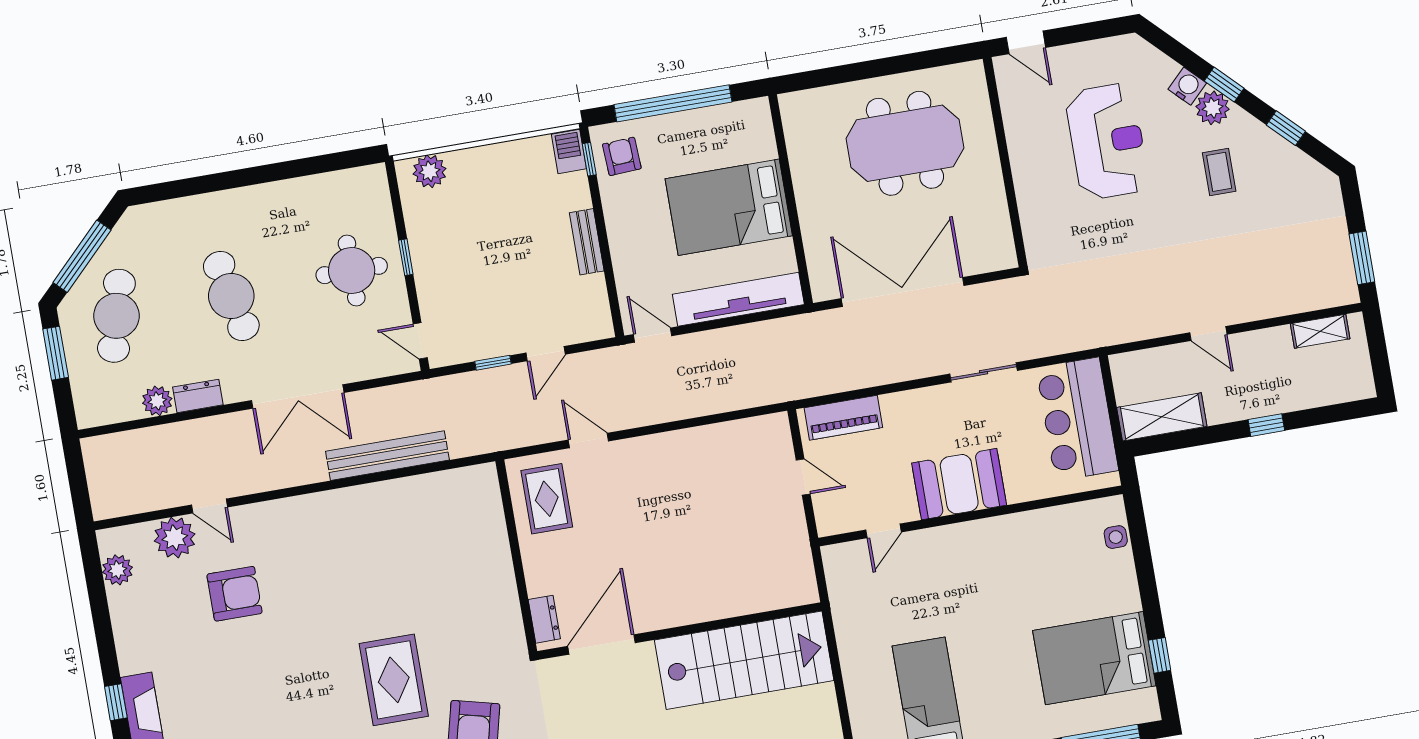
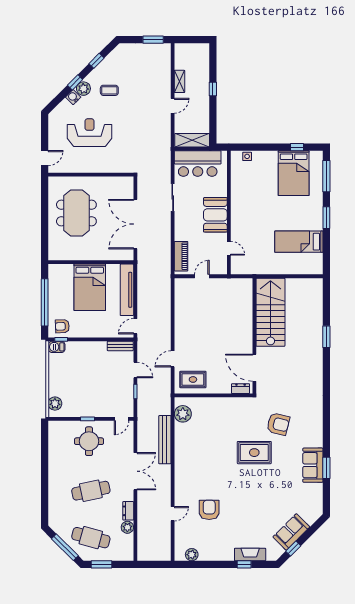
bench: (587, 242) -> (120, 346), moved
shelving: (1320, 331) -> (179, 81), moved
shelving: (1162, 417) -> (192, 140), moved, turned 90
plant: (175, 538) -> (183, 414), moved

